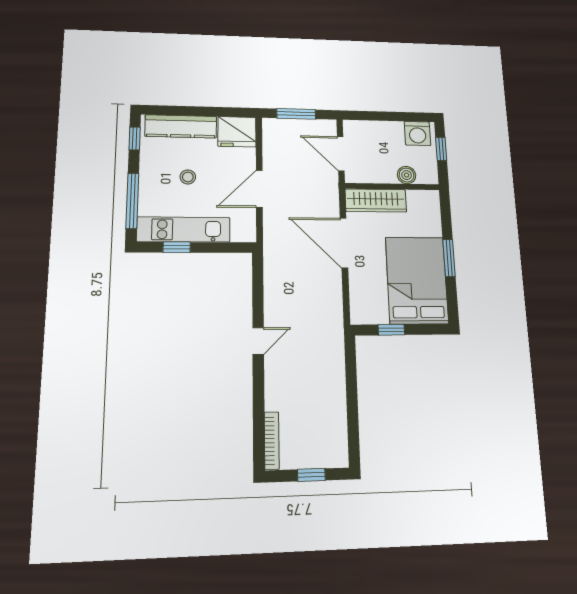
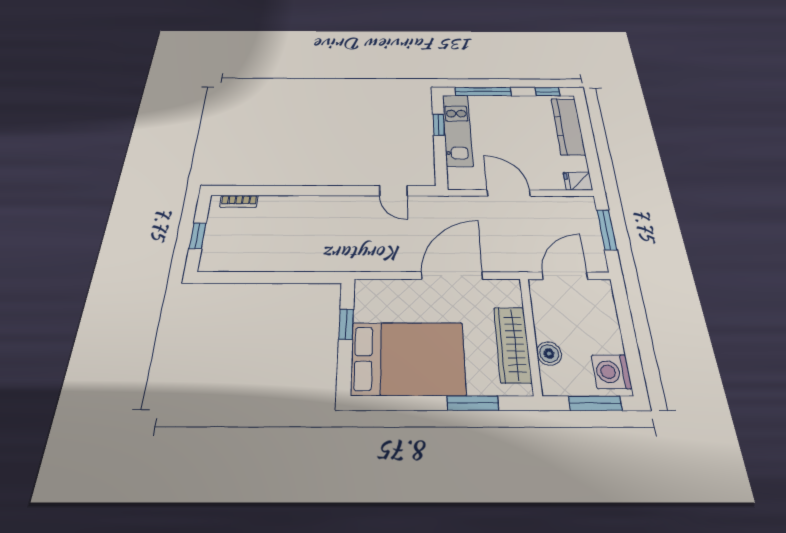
fridge: (237, 132) -> (578, 181), width x0.53, depth x0.75
window: (441, 149) -> (595, 403), width x1.50
stool: (188, 177) -> (514, 132), removed
wardrobe: (376, 201) -> (512, 344), moved
window: (449, 258) -> (473, 403), moved
door: (258, 341) -> (393, 191), moved
bookcase: (272, 441) -> (239, 201), width x0.64

